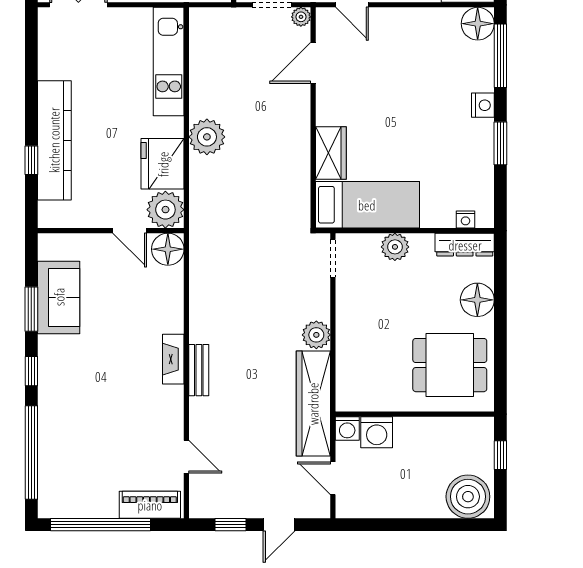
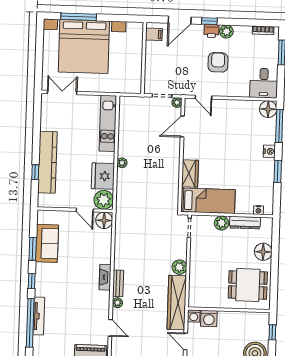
plant: (207, 137) -> (122, 163), width x0.53, depth x0.53
dresser: (465, 245) -> (245, 223), moved
plant: (199, 408) -> (117, 303), added
tv unit: (48, 439) -> (39, 316), added

